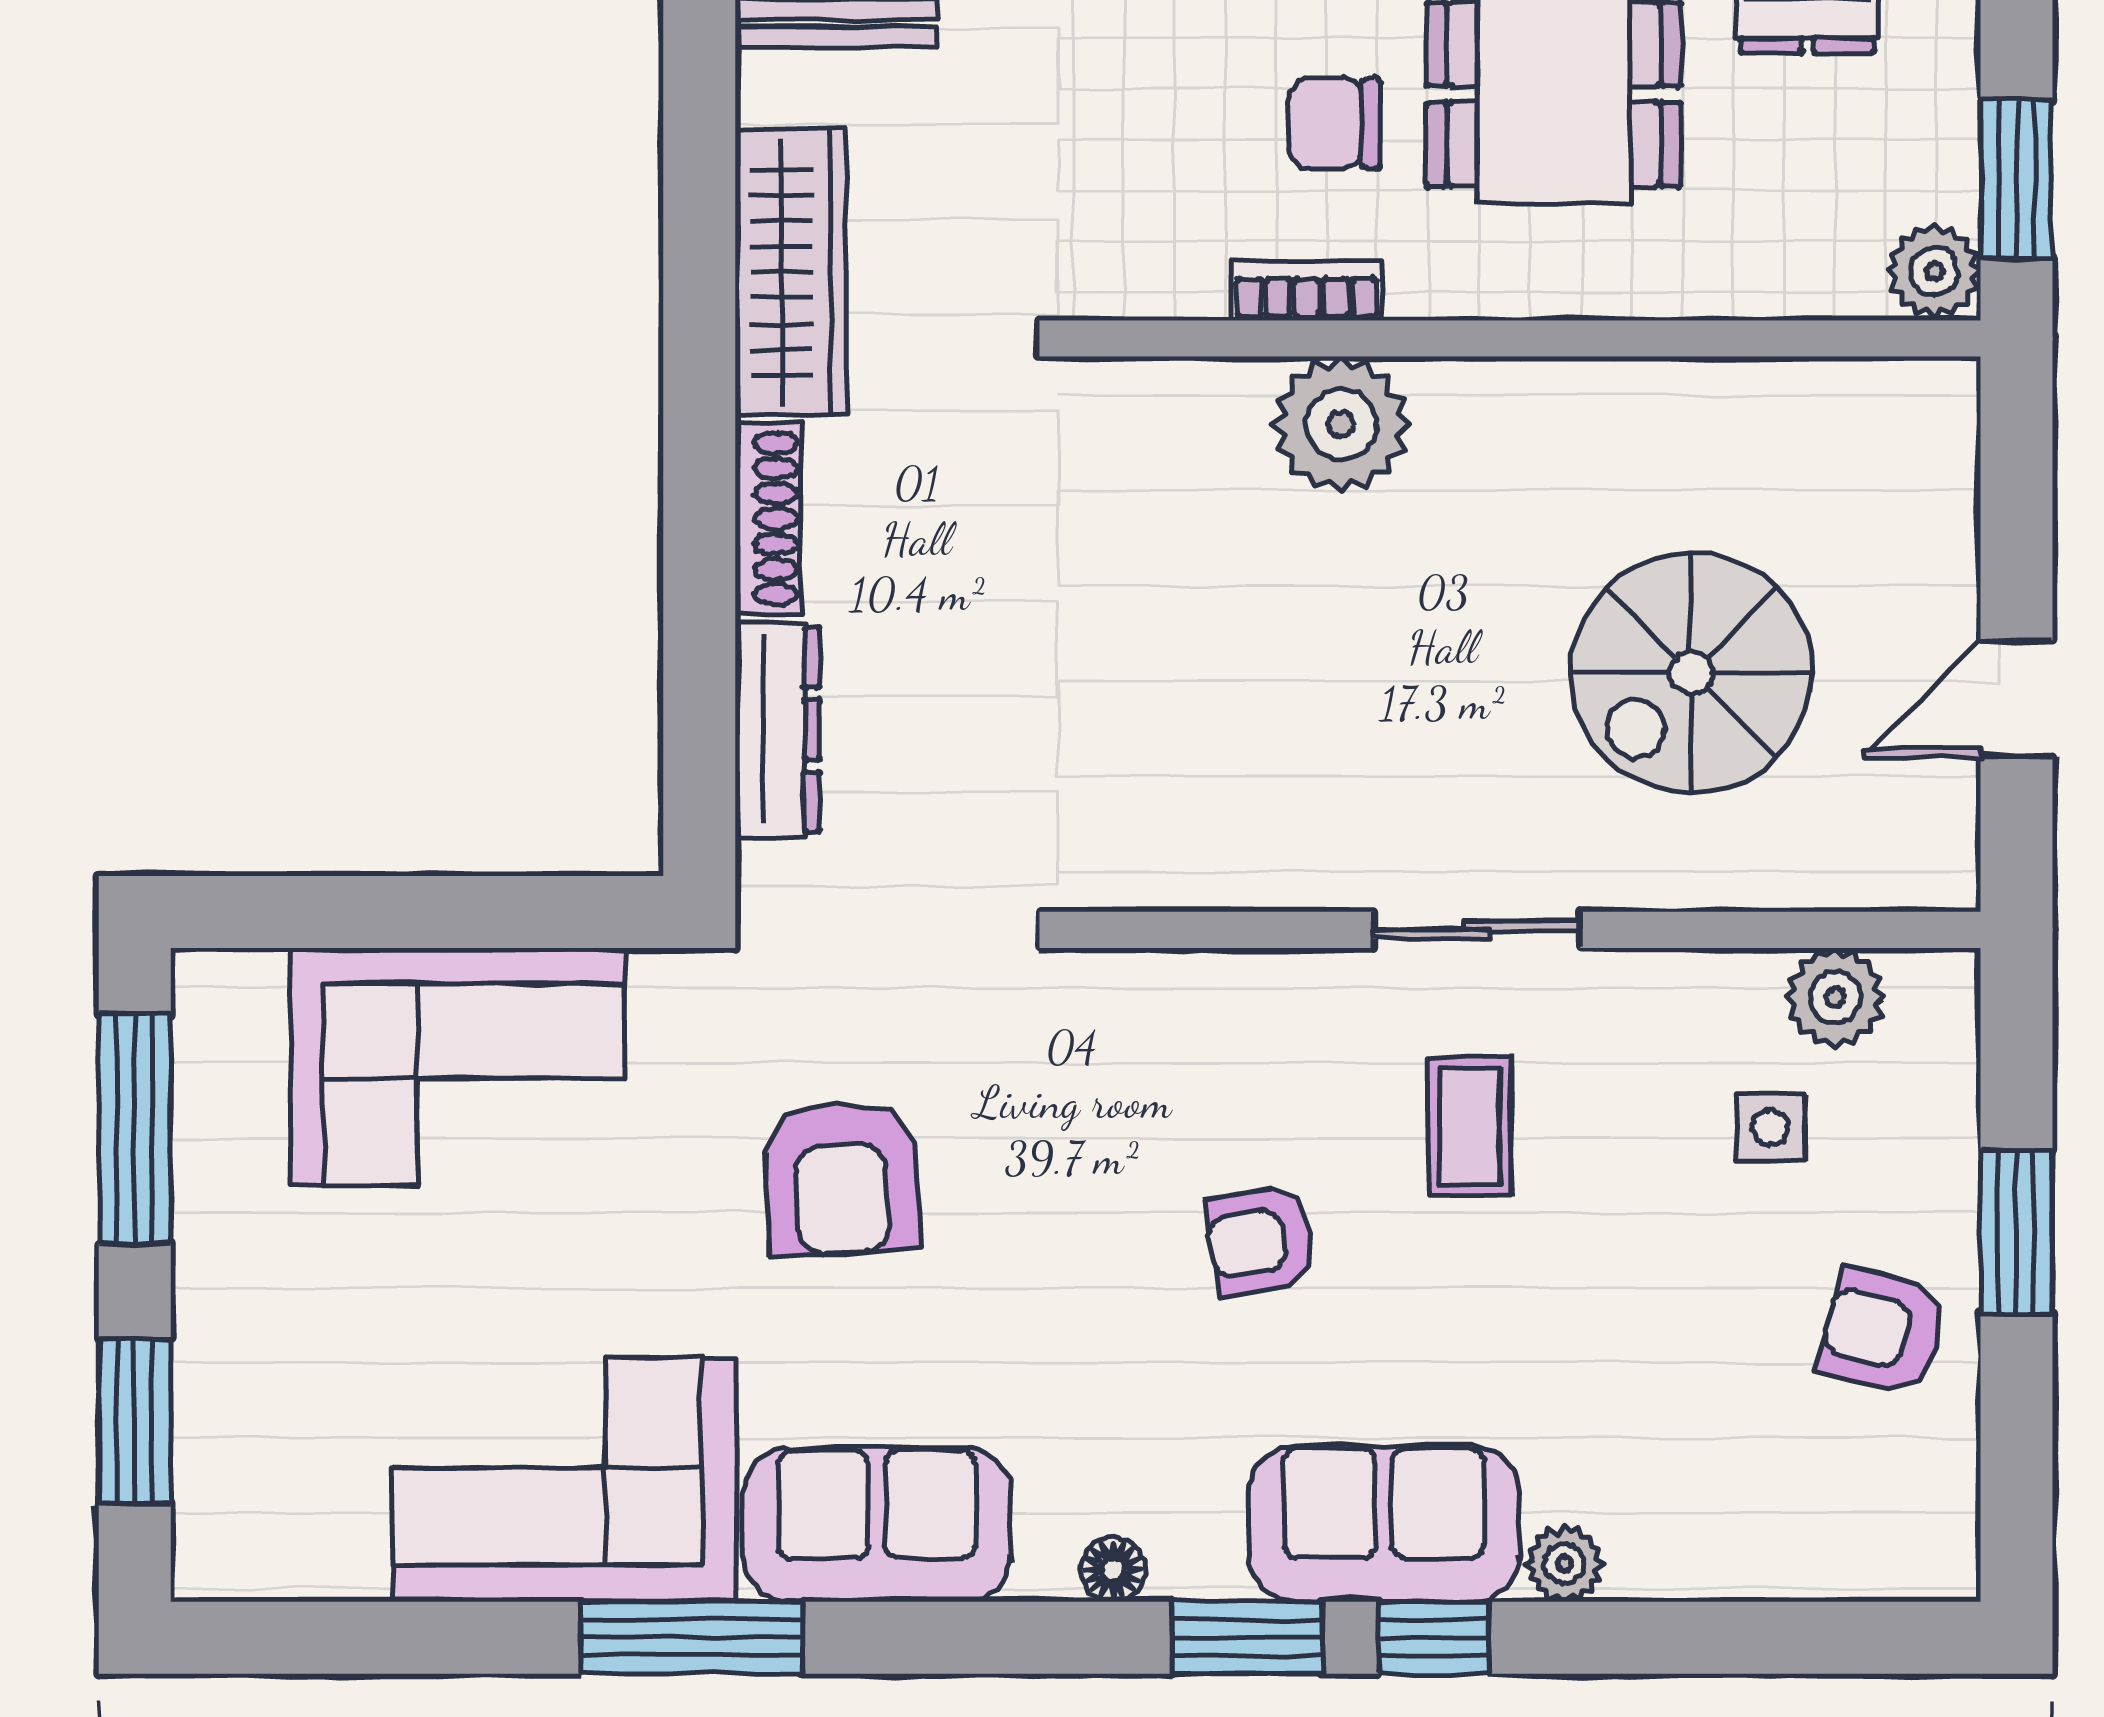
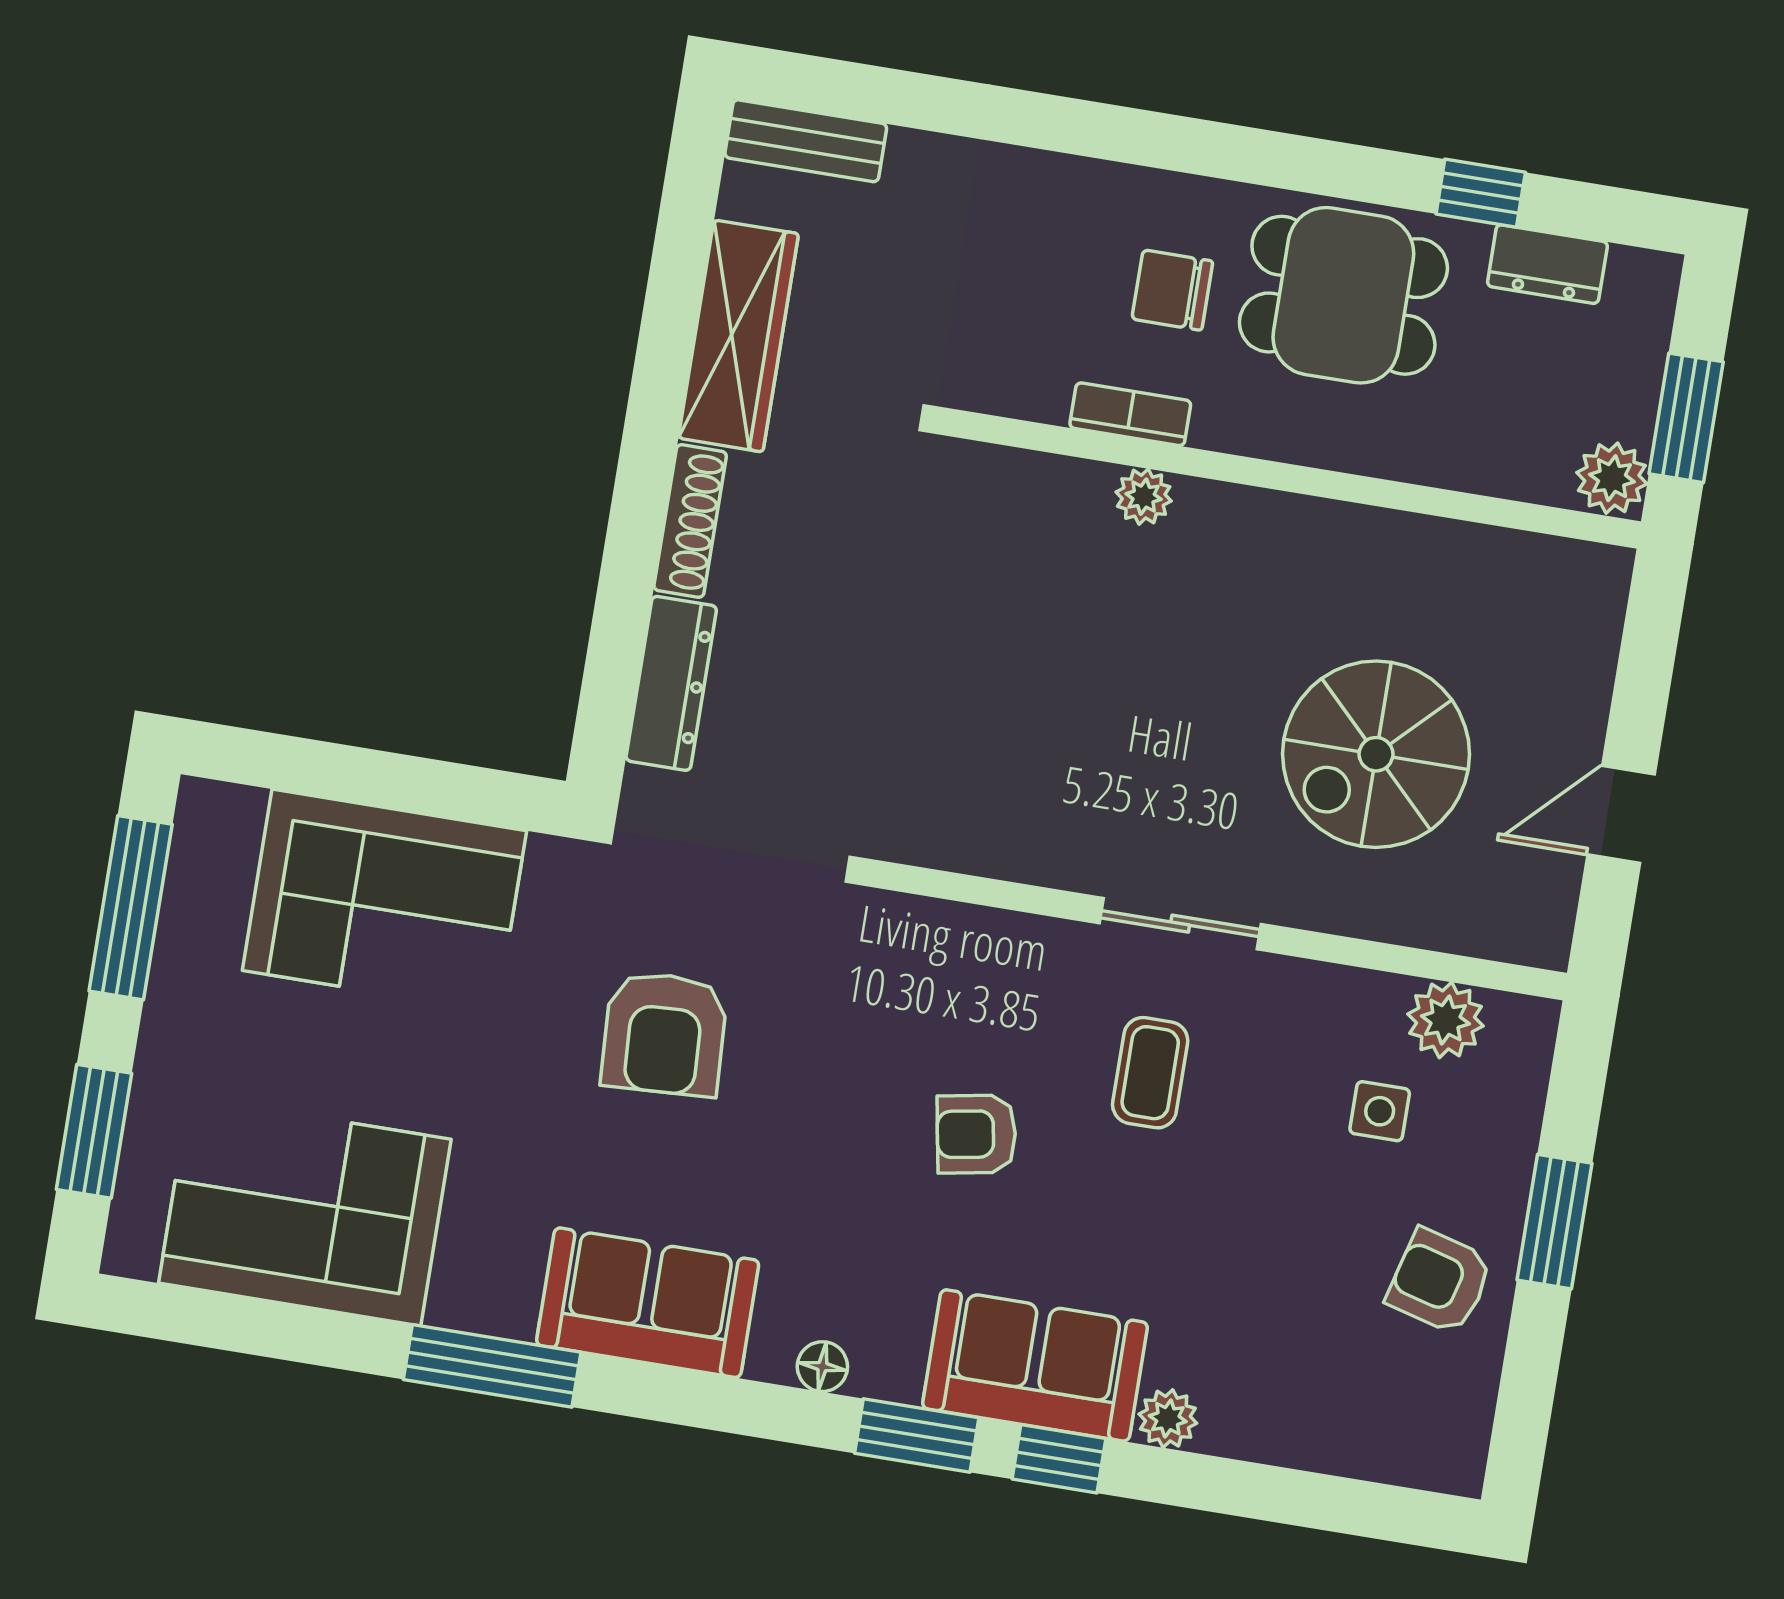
plant: (1341, 425) -> (1144, 497), width x0.53, depth x0.53
corner sofa: (564, 1479) -> (305, 1211), moved

